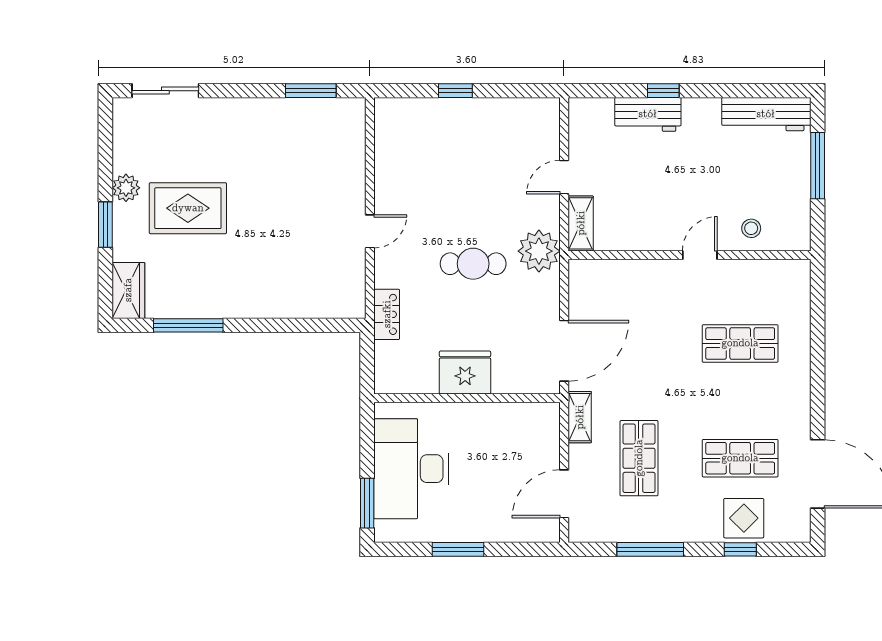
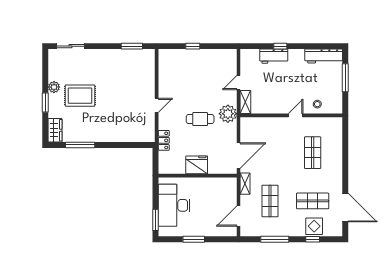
shop shelf: (740, 343) -> (313, 153), turned 90

